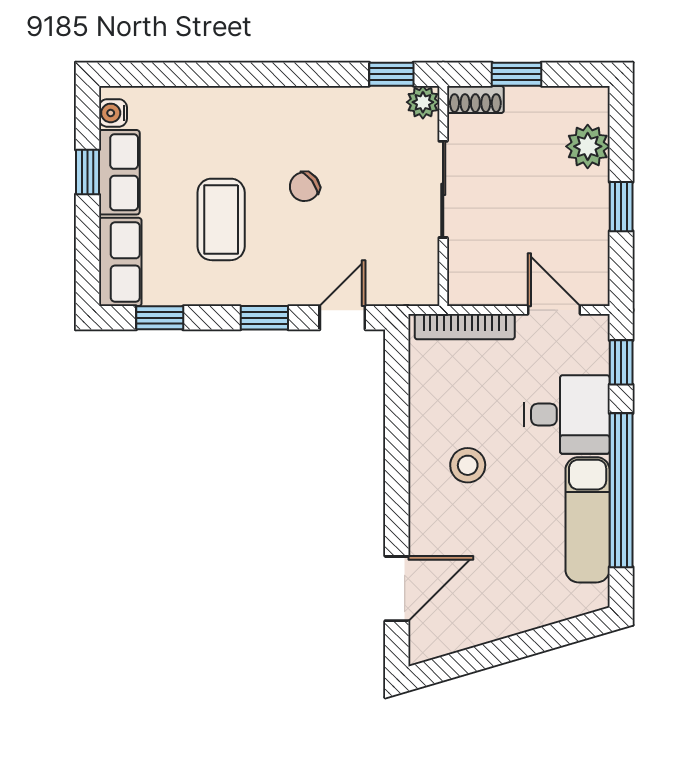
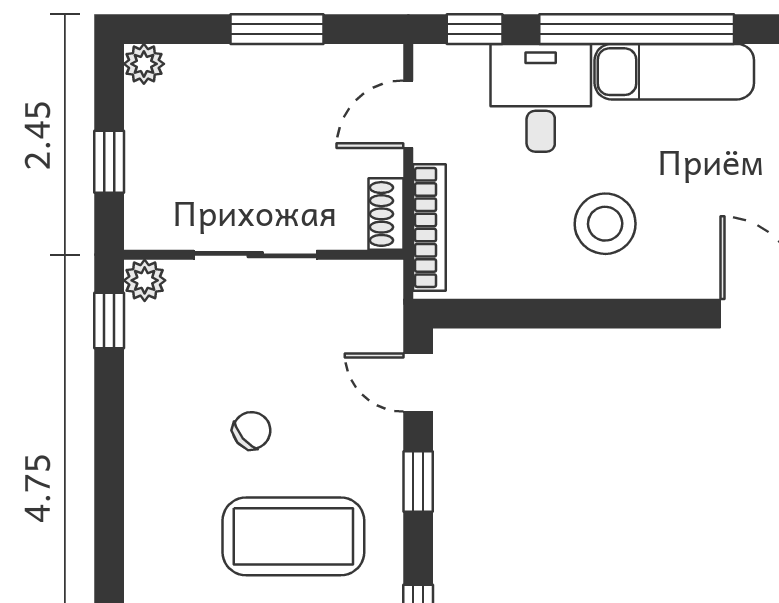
shoe rack: (475, 100) -> (386, 214), moved, turned 180
plant: (588, 146) -> (144, 64), moved, width x0.73, depth x0.73
chair: (305, 187) -> (252, 430), turned -93
window: (621, 207) -> (277, 29), width x1.50
coffee table: (221, 219) -> (293, 536), width x1.36, depth x1.32
stool: (468, 465) -> (605, 224), width x1.38, depth x1.38

